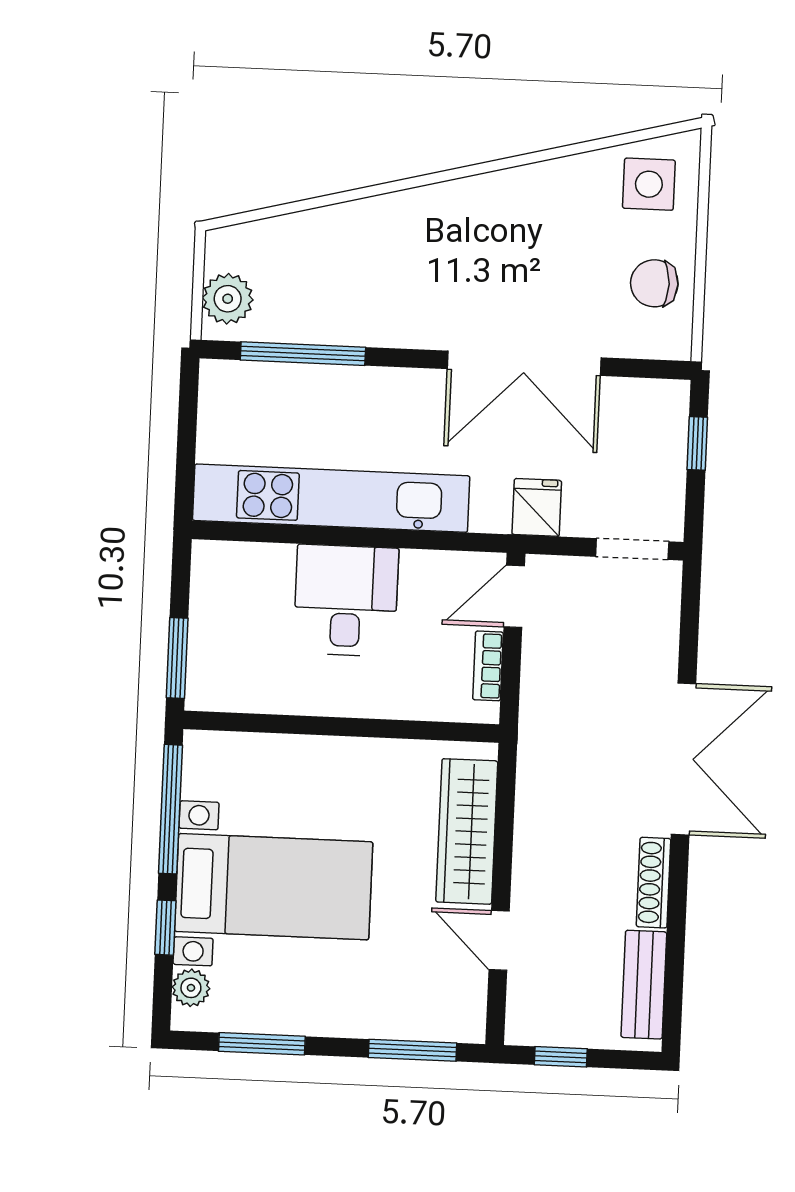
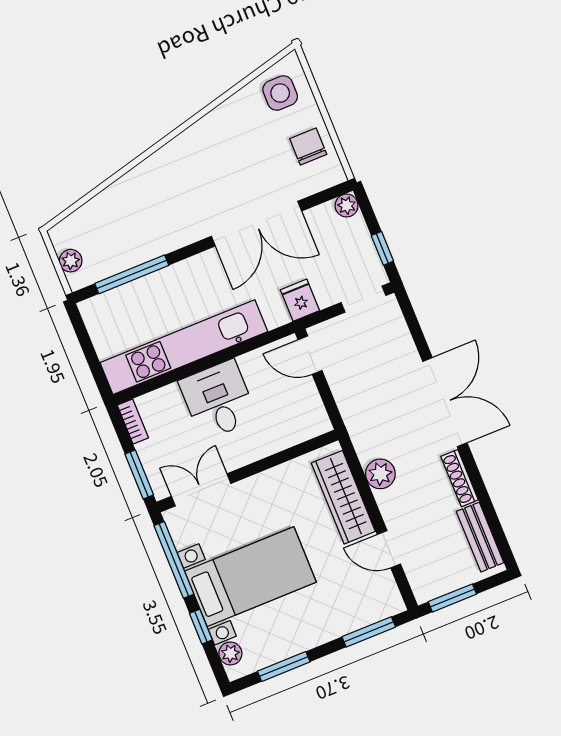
chair: (654, 283) -> (308, 146), turned 90
plant: (228, 299) -> (71, 261), width x0.73, depth x0.73
plant: (671, 398) -> (347, 206), added
window: (697, 443) -> (382, 248), moved
door: (514, 596) -> (310, 355), hinge flipped
bookcase: (488, 666) -> (133, 421), moved, turned 180
double door: (259, 723) -> (201, 490), added
plant: (538, 822) -> (380, 474), added
window: (561, 1057) -> (452, 598), width x1.50

